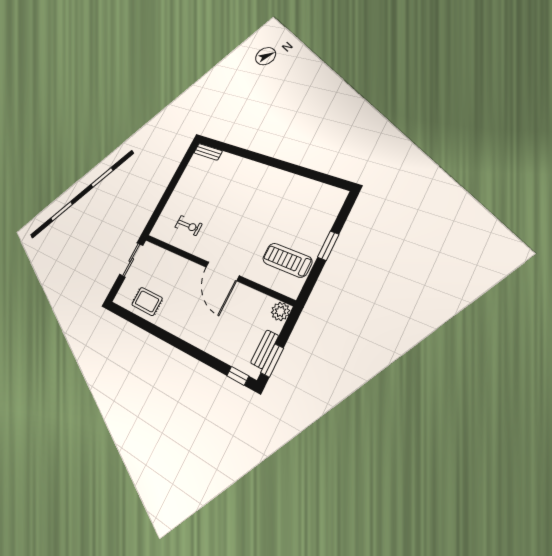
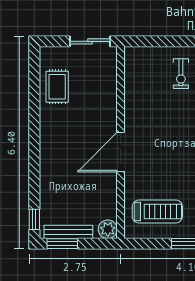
exercise bike: (189, 226) -> (181, 74), moved
treadmill: (287, 260) -> (157, 211), turned 90
bench: (265, 349) -> (68, 232), width x1.36

